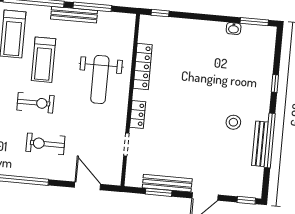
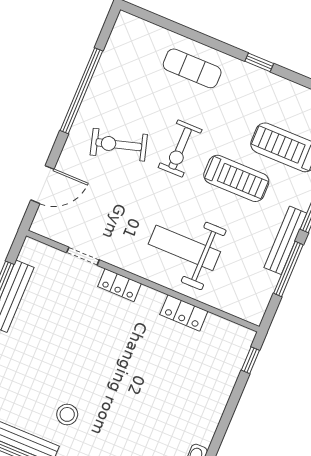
treadmill: (43, 60) -> (236, 178), turned 180
locker: (143, 66) -> (184, 313), width x0.66
exercise bike: (45, 144) -> (119, 145), turned -106

